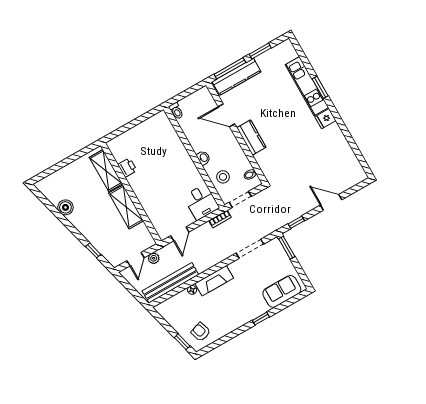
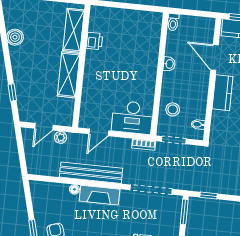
washbasin: (203, 158) -> (169, 64), moved
desk: (201, 202) -> (132, 117), width x1.37
doorway: (250, 249) -> (151, 190), width x1.36
bench: (170, 283) -> (91, 173), moved

